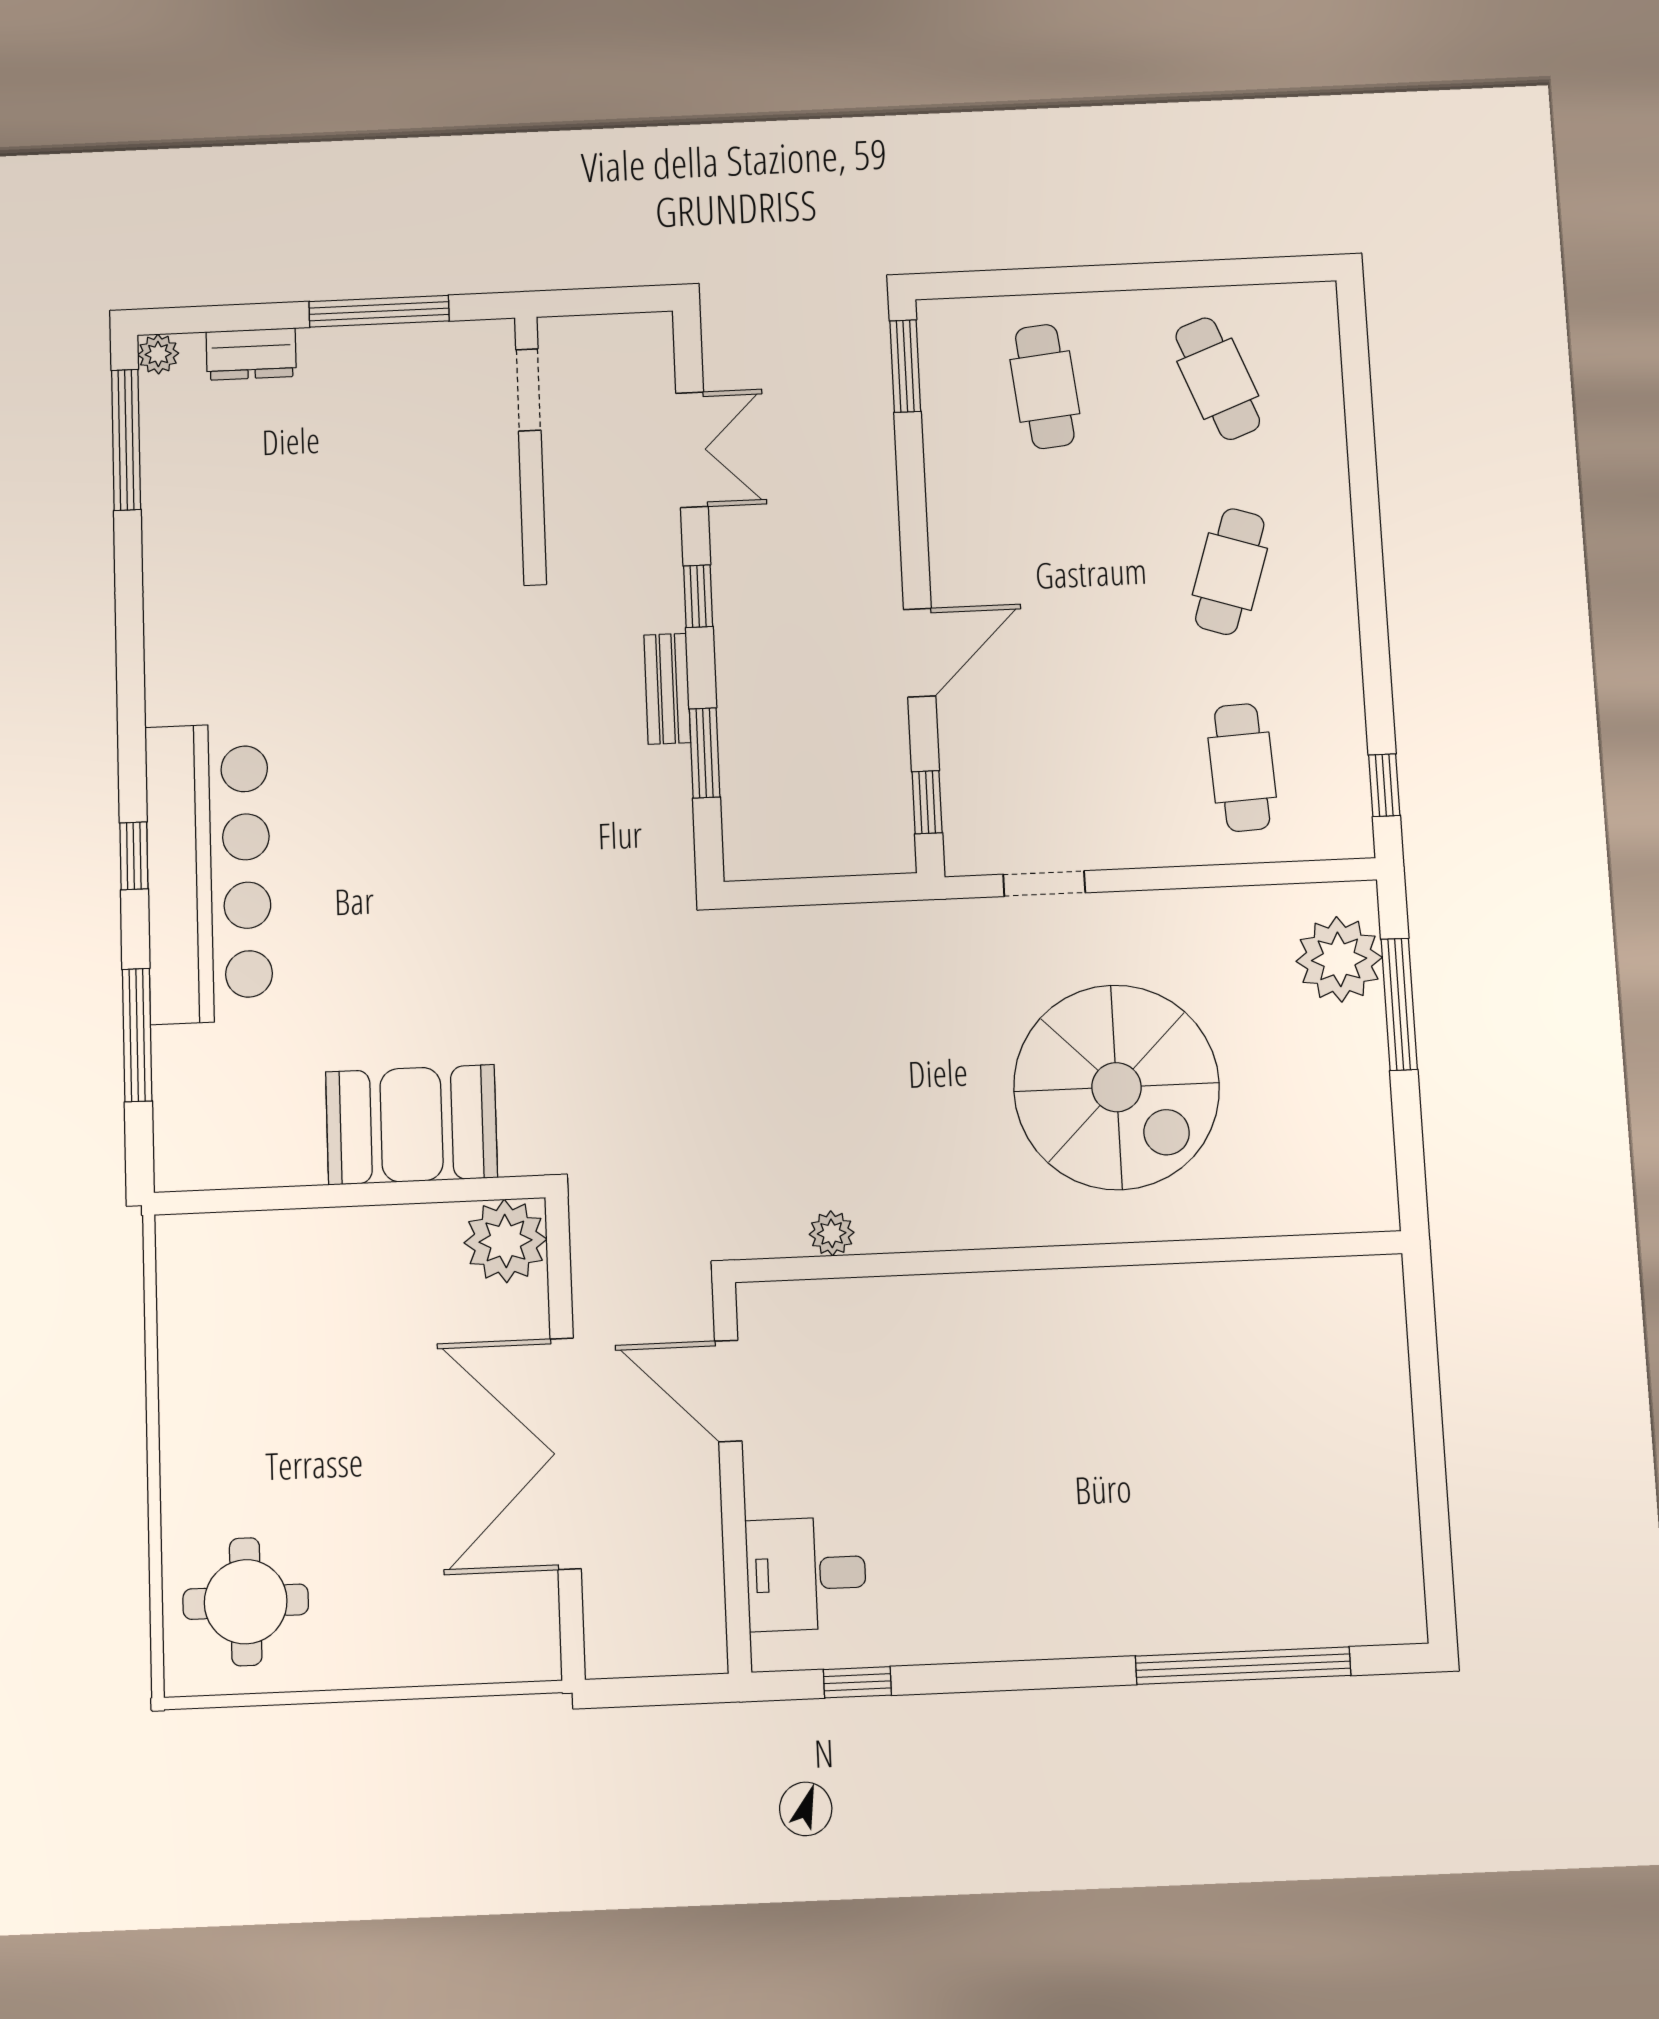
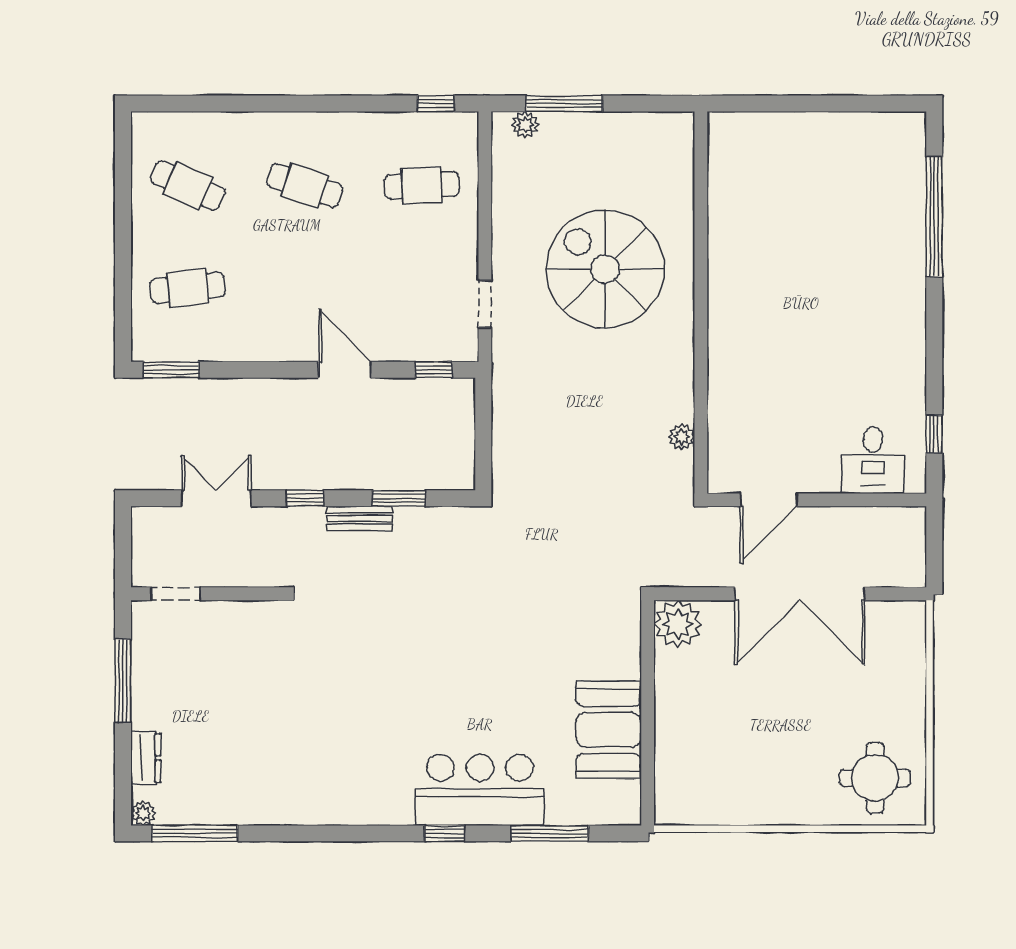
cafe table: (1218, 379) -> (188, 185), turned 45
bar counter: (209, 873) -> (480, 790), width x0.73
plant: (1339, 959) -> (525, 125), width x0.53, depth x0.53
spiral stairs: (1117, 1087) -> (605, 269), turned -90
booth: (411, 1125) -> (609, 730), moved

